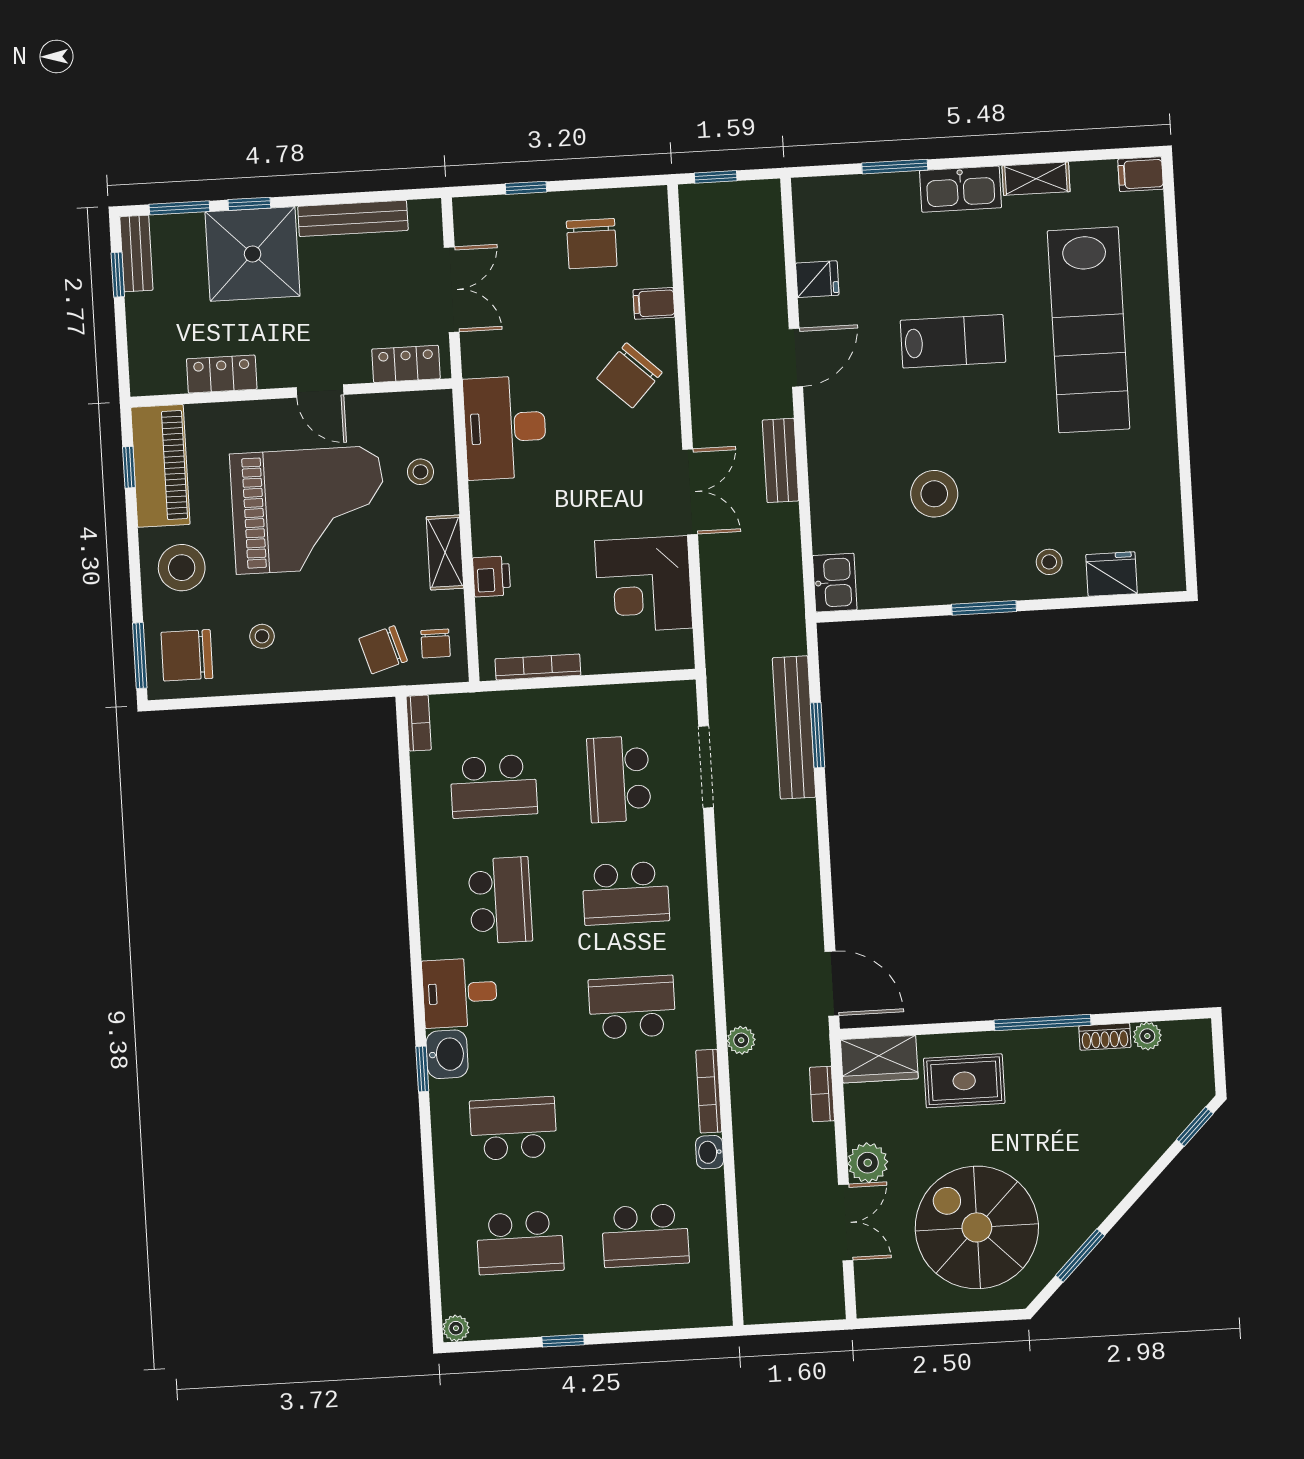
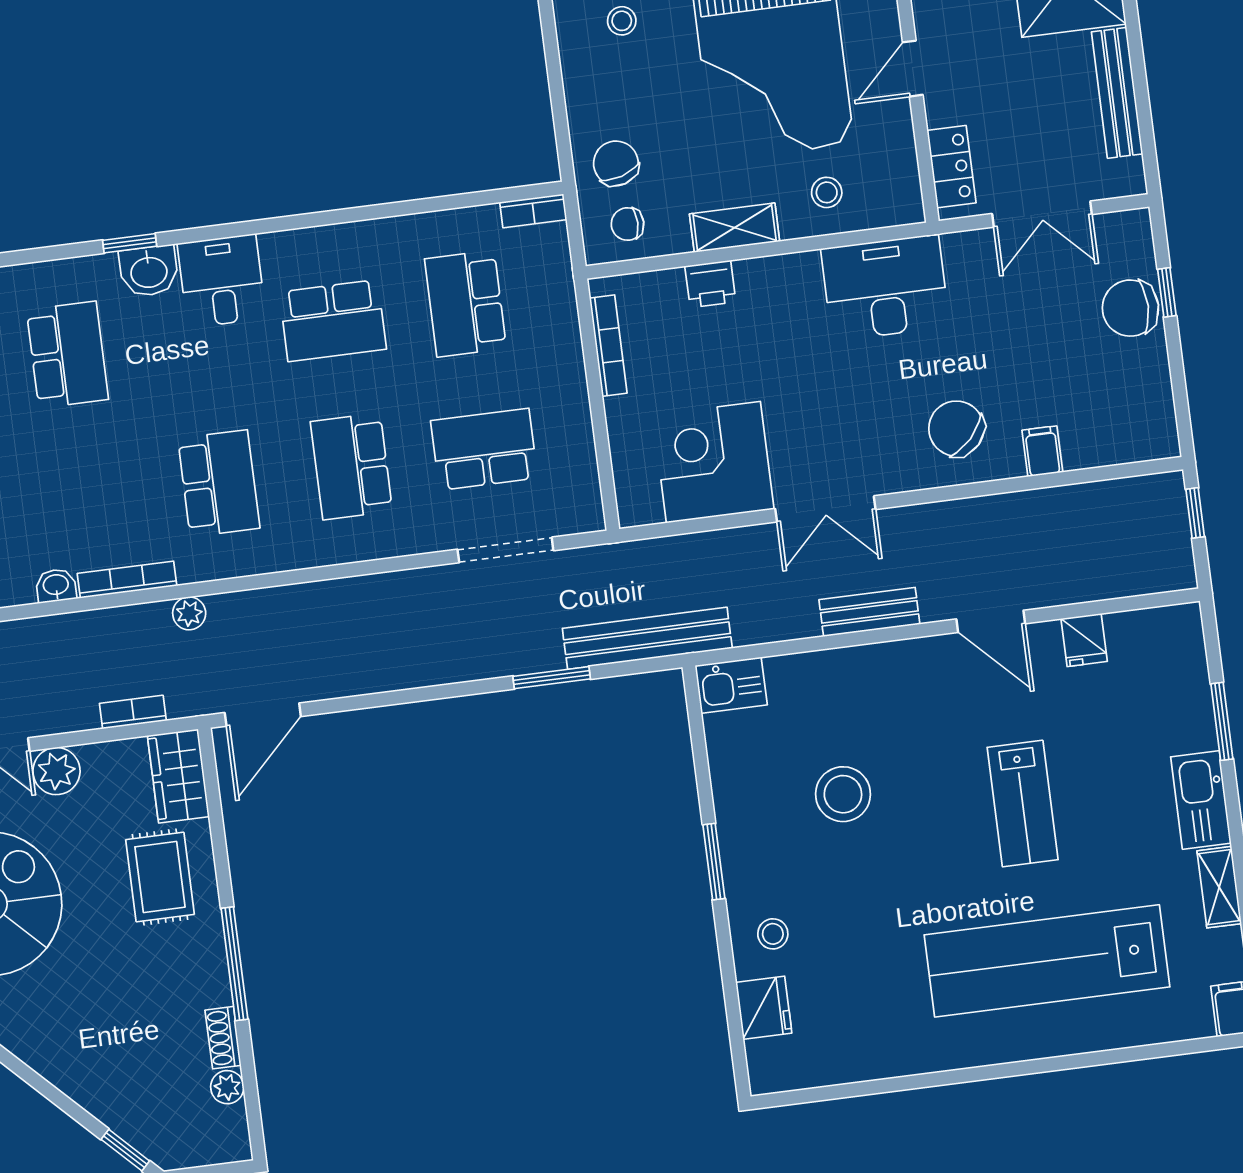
chair: (592, 244) -> (1130, 308), moved
bench: (794, 727) -> (647, 638), moved

